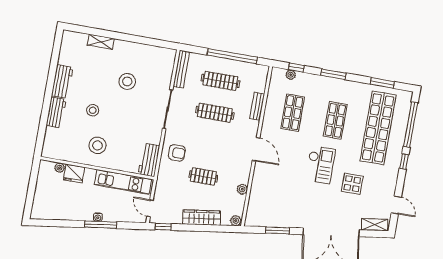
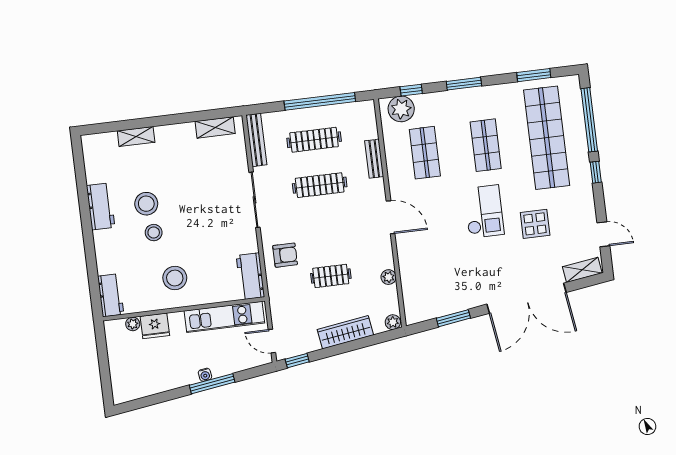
shelving: (156, 52) -> (215, 127), added
plant: (291, 75) -> (401, 109), width x1.87, depth x1.87
stool: (127, 81) -> (146, 204), moved
workbench: (56, 113) -> (111, 295), moved

